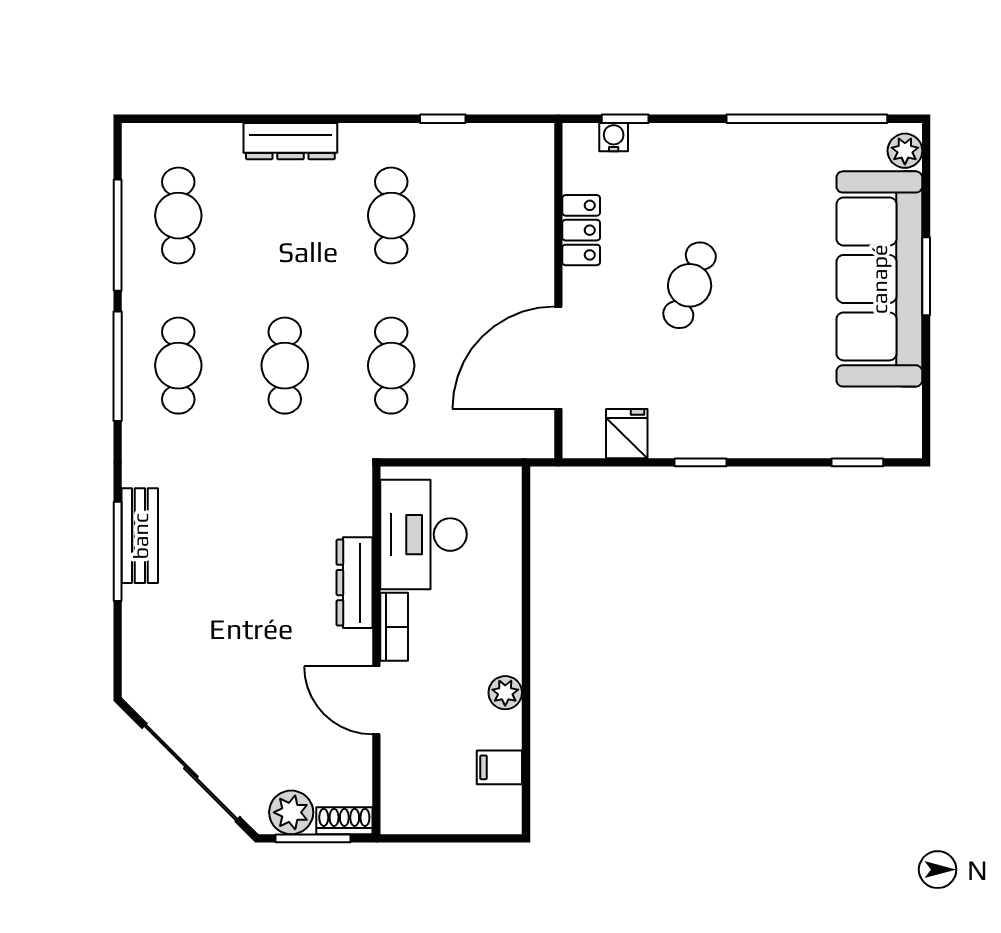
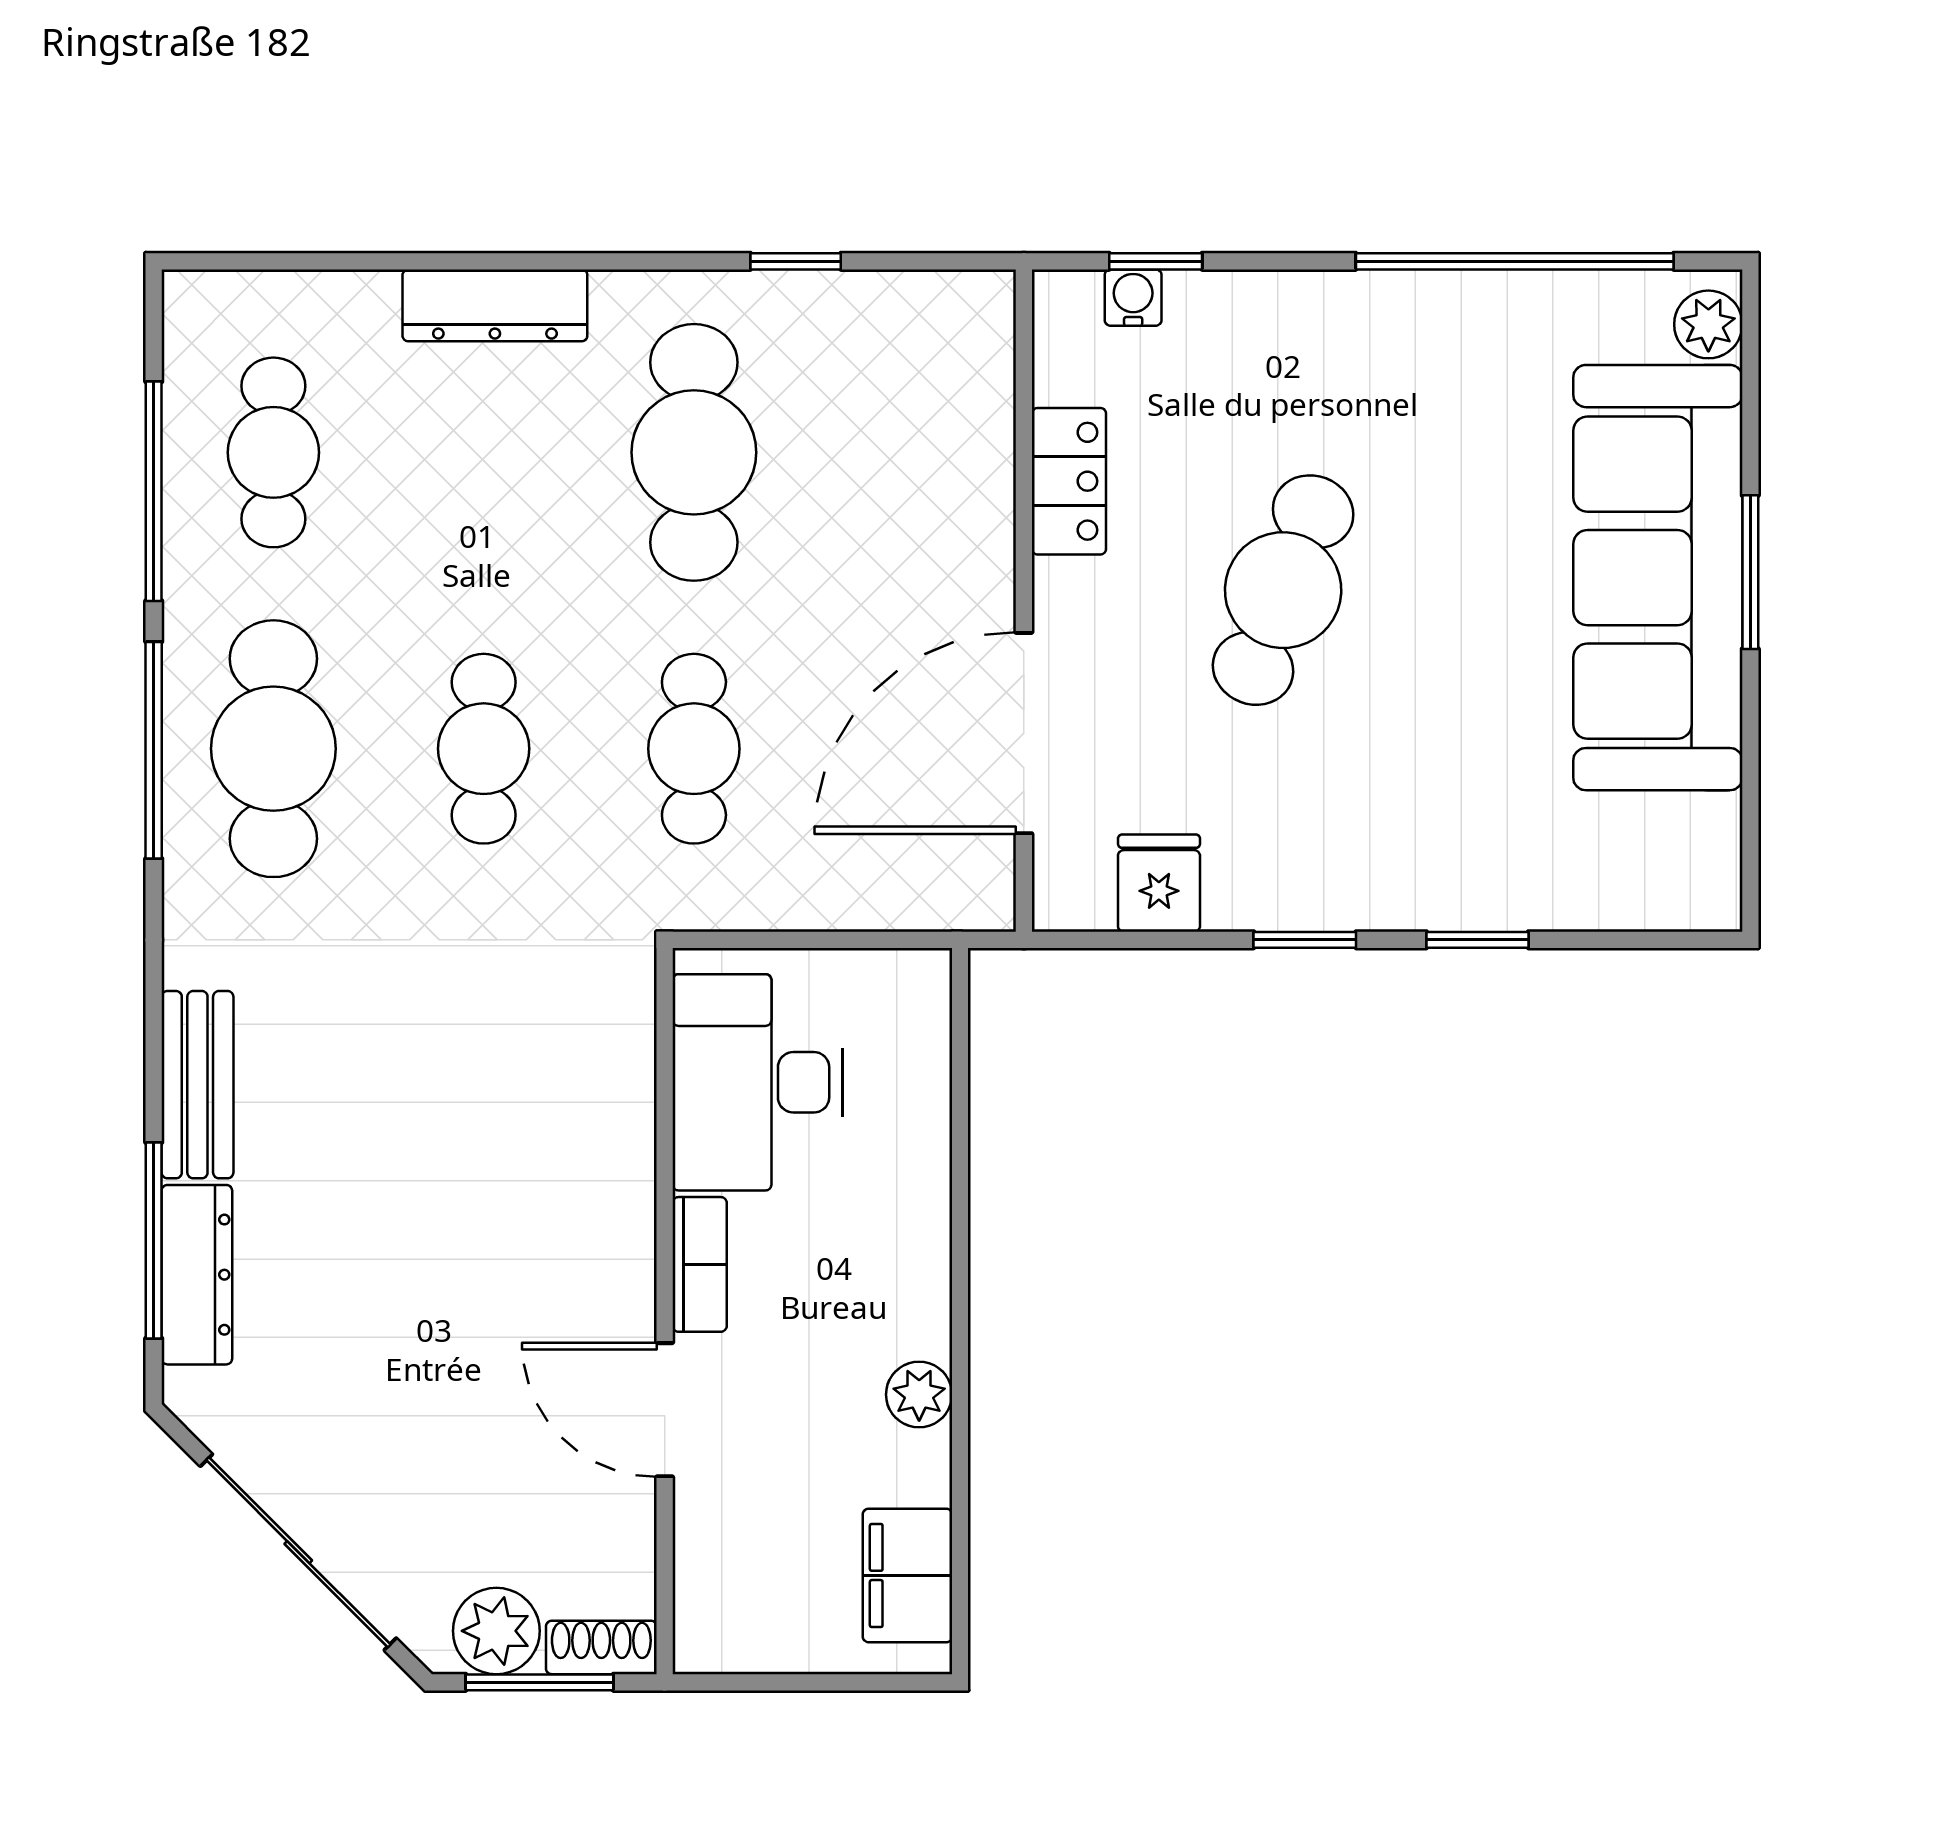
cafe table: (391, 216) -> (694, 452), width x1.37, depth x1.35
cafe table: (690, 285) -> (1283, 590), width x1.37, depth x1.35
cafe table: (178, 366) -> (273, 749), width x1.37, depth x1.35
window: (857, 462) -> (1477, 940), moved
window: (118, 551) -> (154, 1240), moved
dresser: (355, 583) -> (197, 1275), moved, turned 180
filing cabinet: (499, 767) -> (907, 1575), width x2.00

